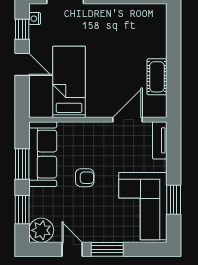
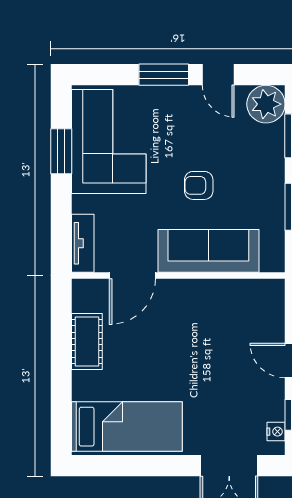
bed: (69, 82) -> (127, 427), moved, turned -90
sofa: (43, 154) -> (208, 251), moved, turned 90

